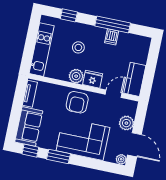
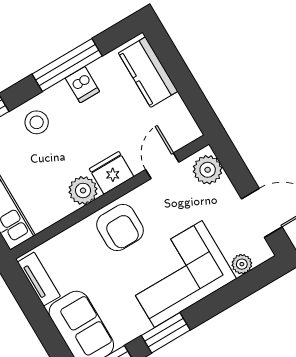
stool: (78, 47) -> (37, 122), moved
kitchen counter: (135, 79) -> (148, 72), moved
plant: (126, 123) -> (208, 170), moved
plant: (121, 159) -> (242, 264), moved

